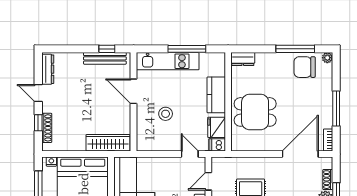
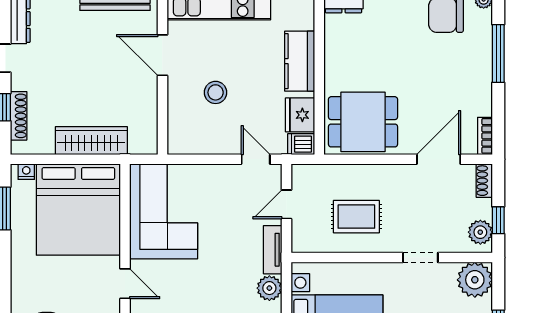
window: (336, 108) -> (498, 53), moved
dining table: (255, 112) -> (363, 122), moved
wardrobe: (108, 143) -> (91, 141), moved
door: (300, 154) -> (439, 159), width x0.73
shoe rack: (328, 180) -> (484, 181), moved

